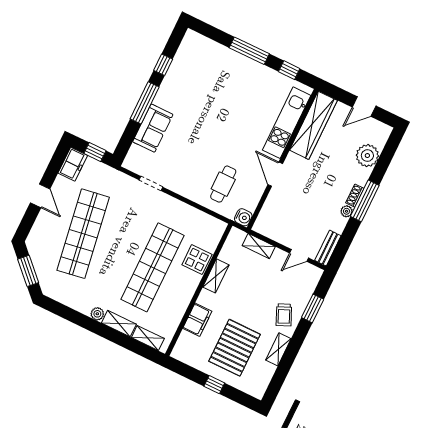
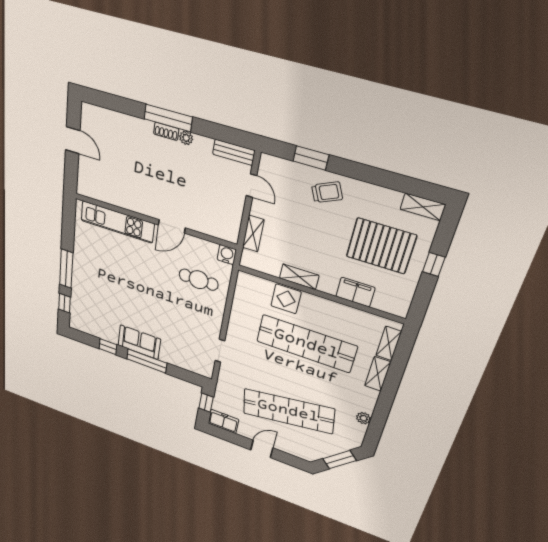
window: (289, 70) -> (64, 303), moved
wardrobe: (313, 125) -> (110, 193), removed
sofa: (153, 128) -> (139, 342), moved
plant: (367, 156) -> (119, 126), removed
plant: (97, 314) -> (364, 418), moved
shelving: (278, 349) -> (423, 207), moved

